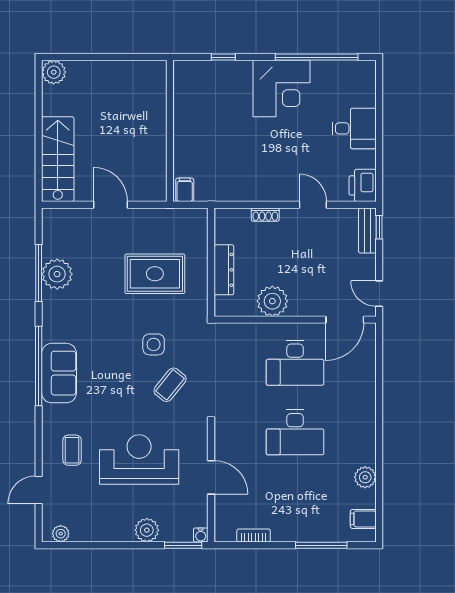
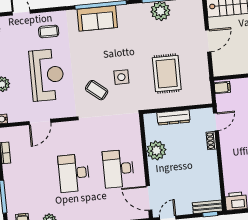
door: (313, 205) -> (216, 122), moved

